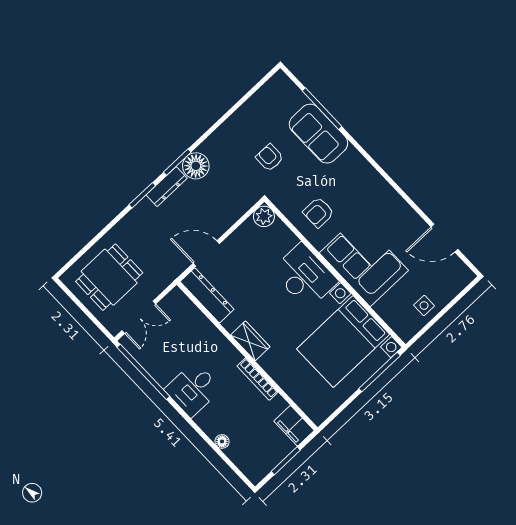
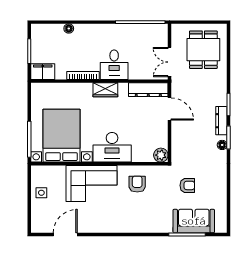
sofa: (319, 134) -> (194, 221), moved
floor lamp: (196, 166) -> (222, 145), width x0.53, depth x0.53
door: (206, 254) -> (169, 109), hinge flipped
double door: (139, 317) -> (169, 62), moved
desk: (193, 389) -> (114, 65), moved, turned 180

